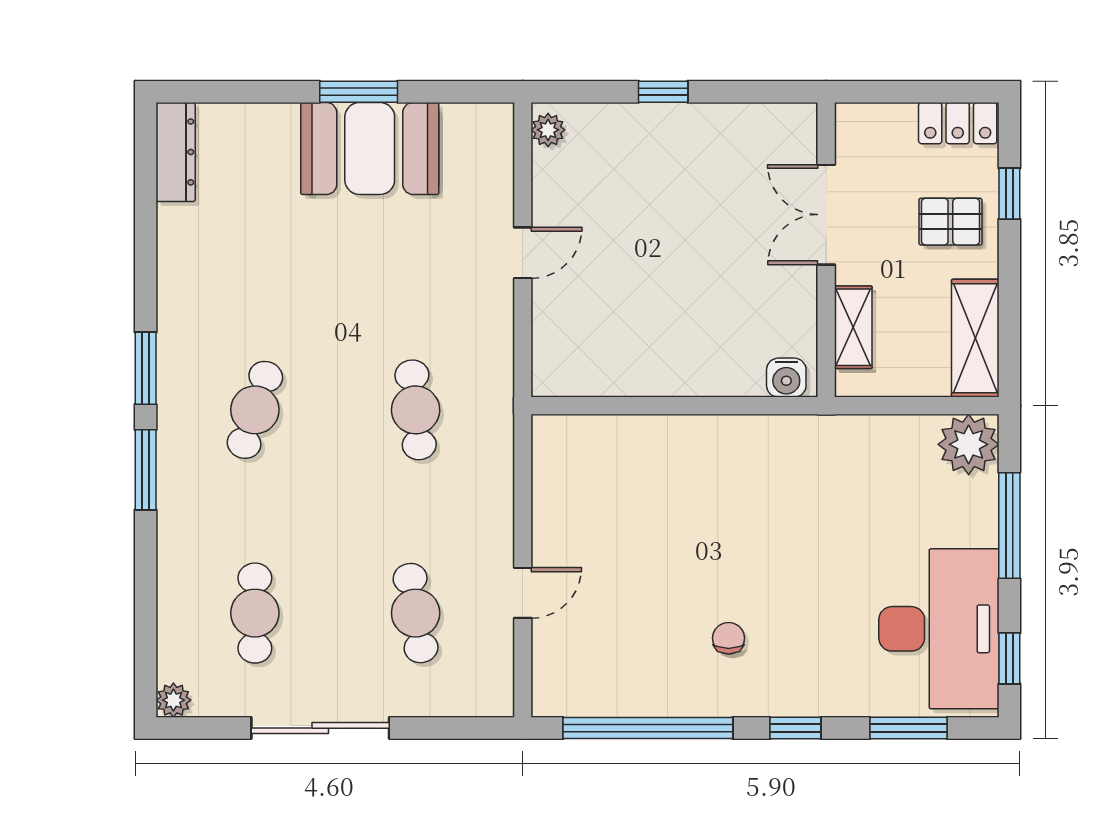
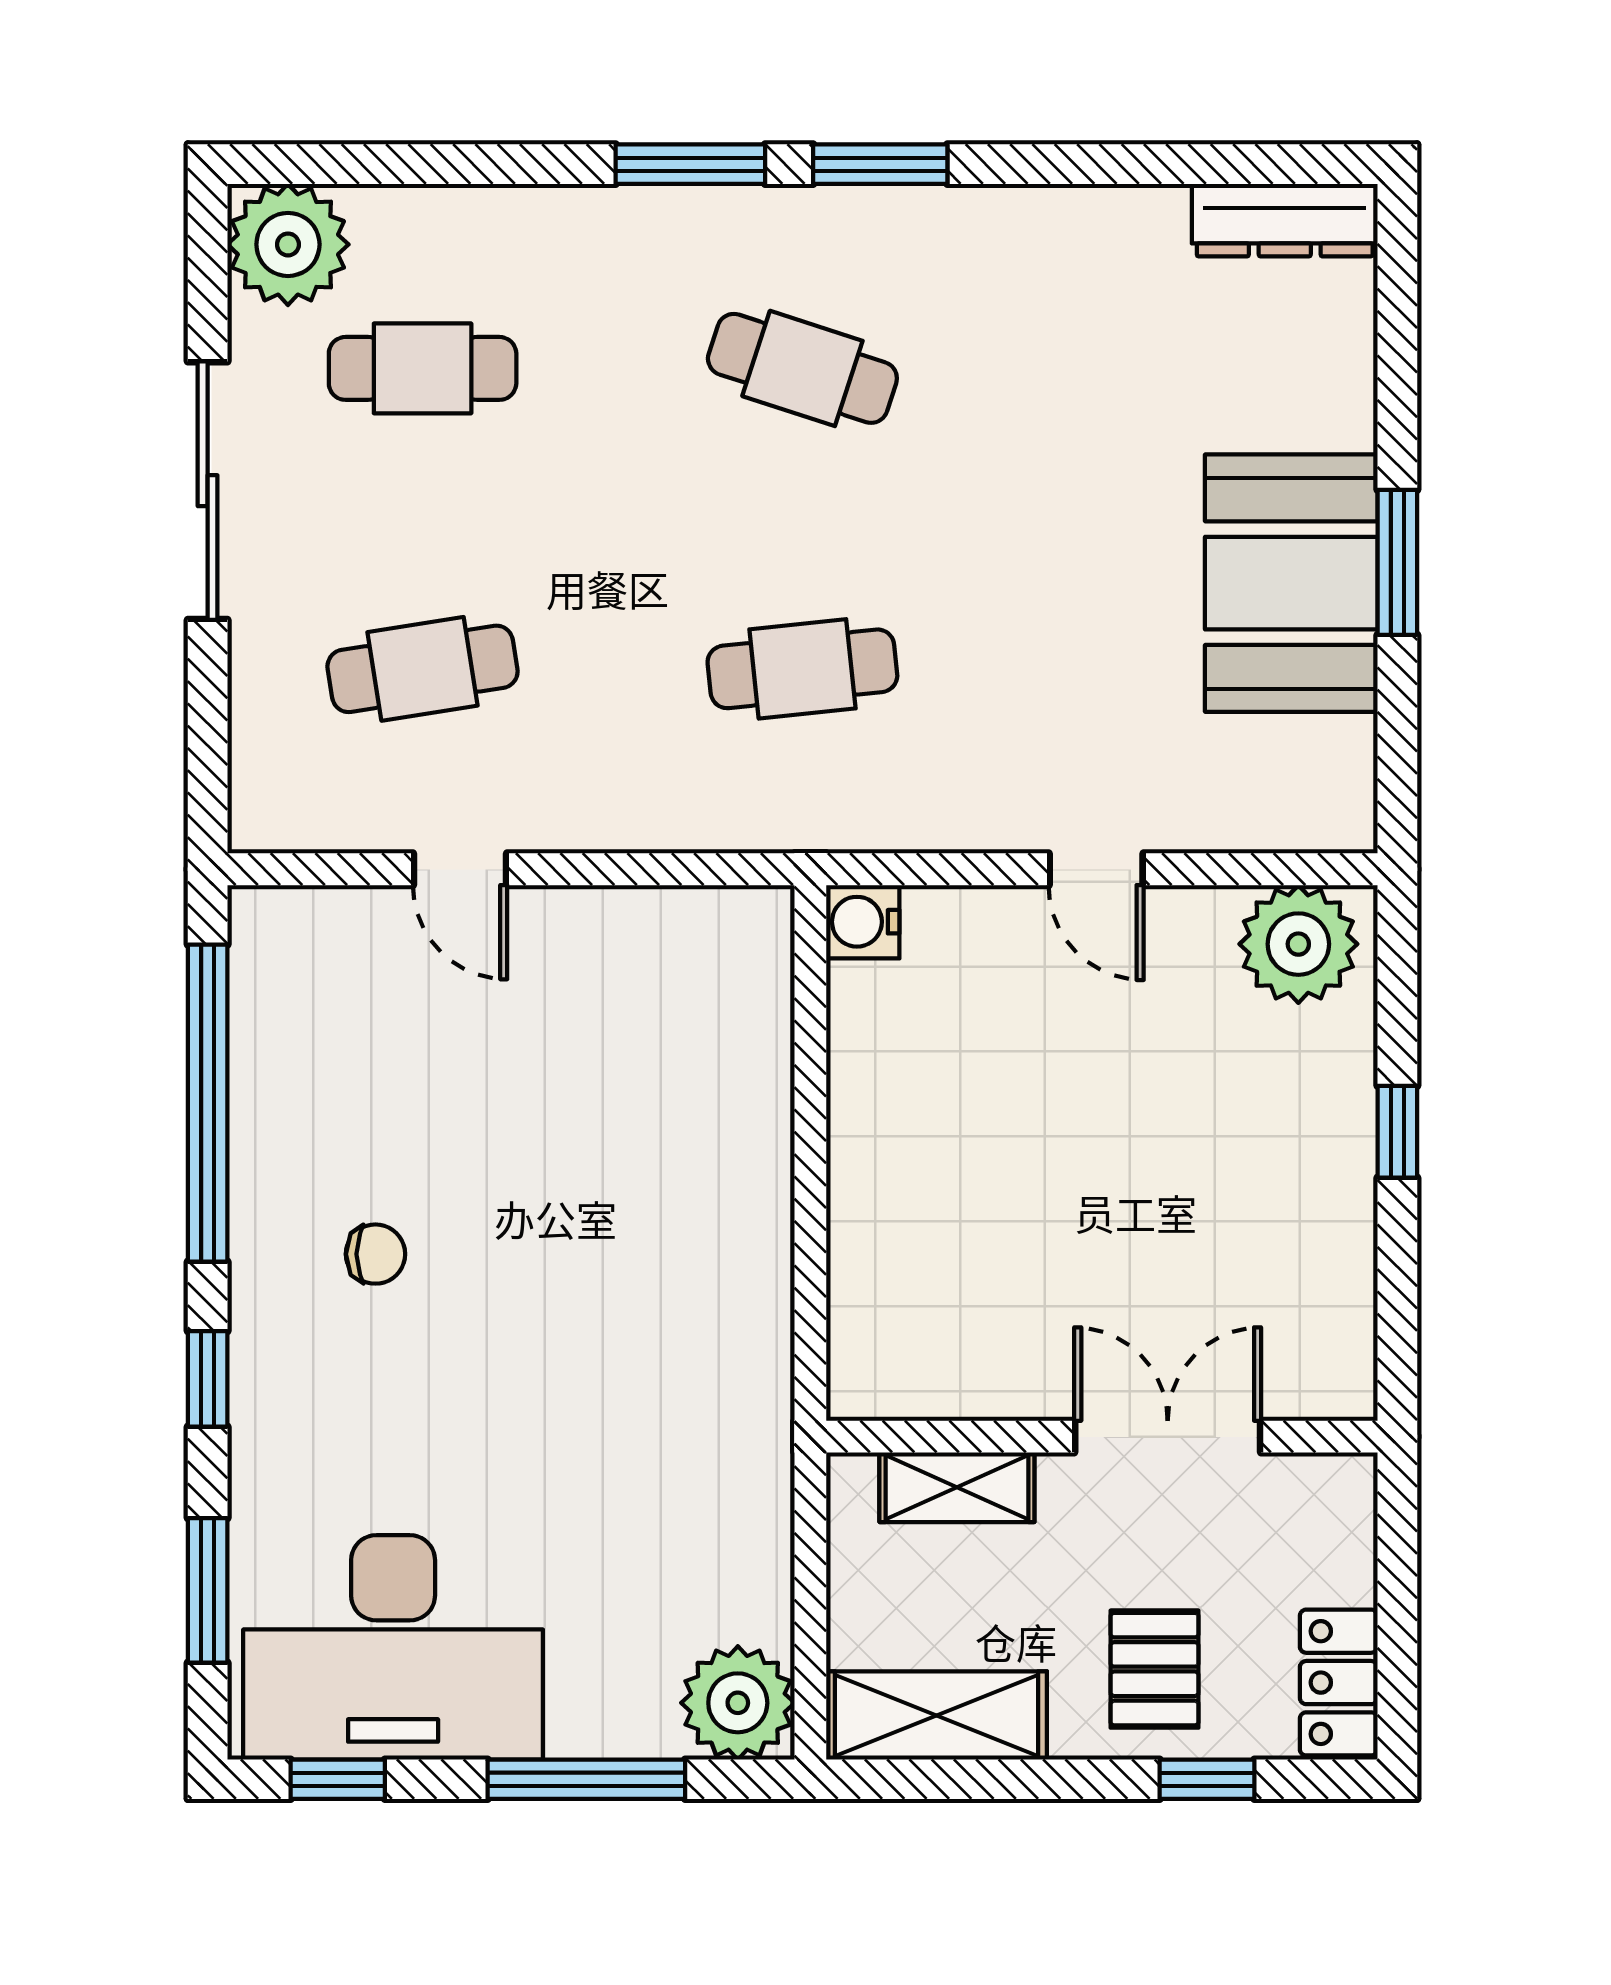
plant: (548, 130) -> (1298, 944), width x1.88, depth x1.88
water cooler: (786, 378) -> (863, 922), moved
plant: (173, 700) -> (288, 244), width x1.88, depth x1.88

